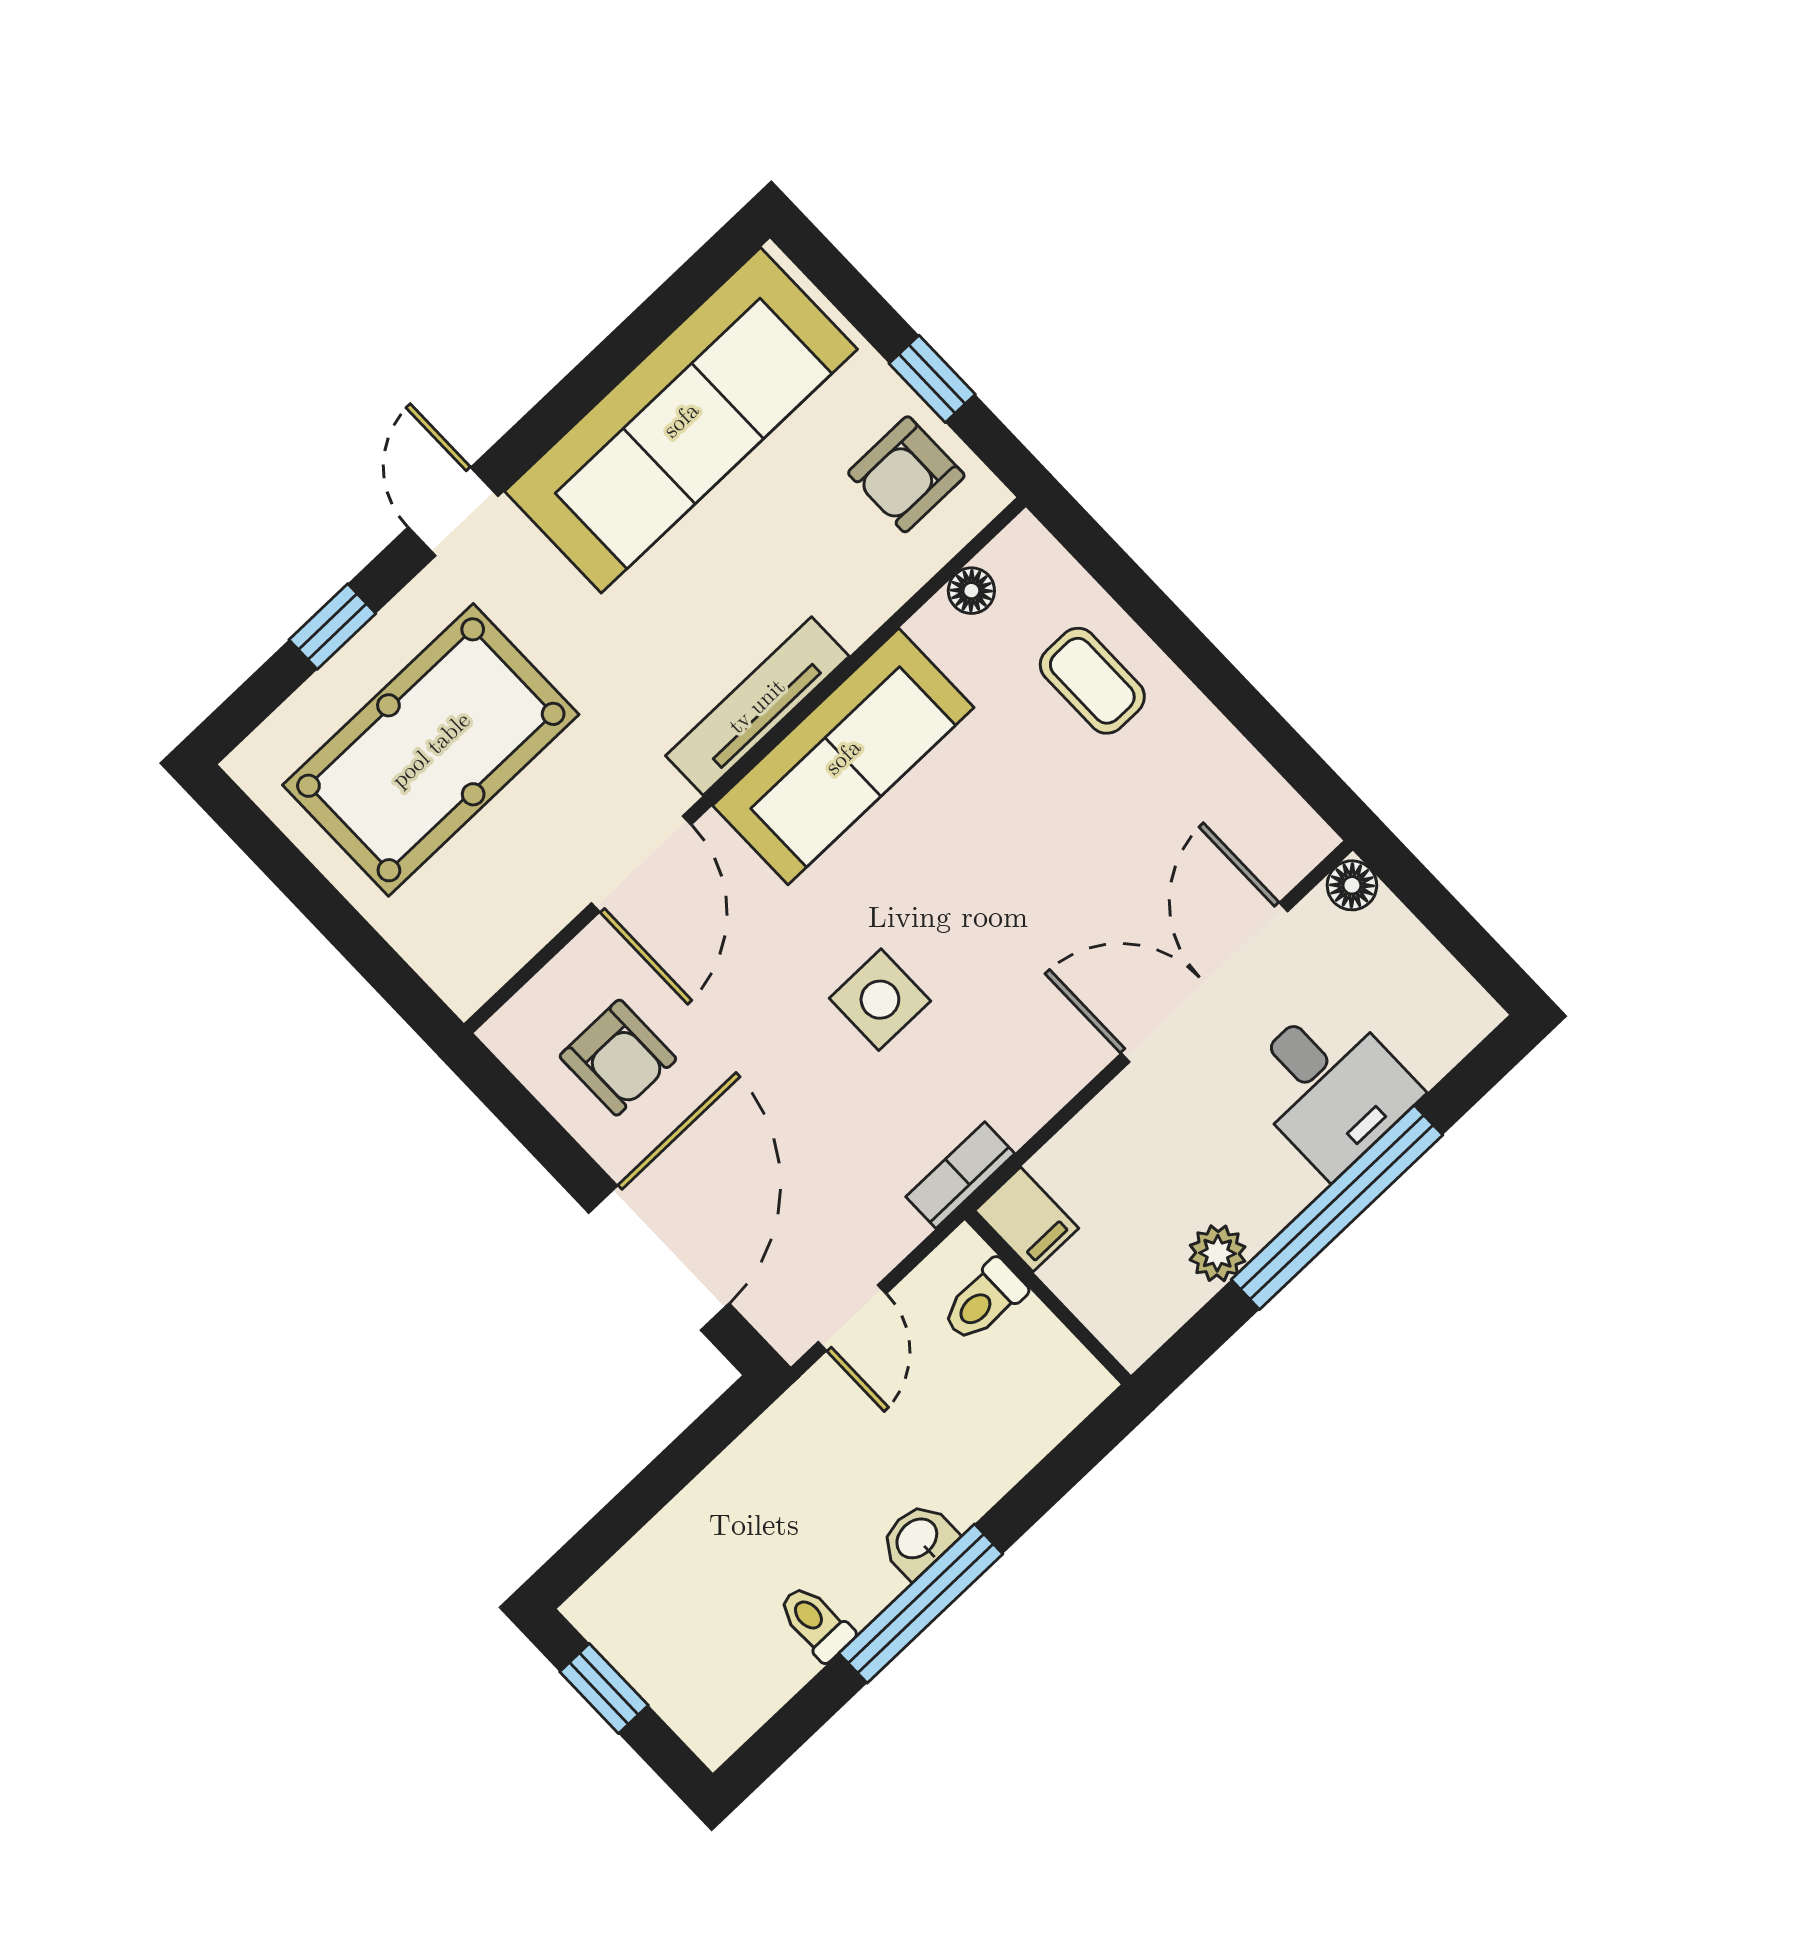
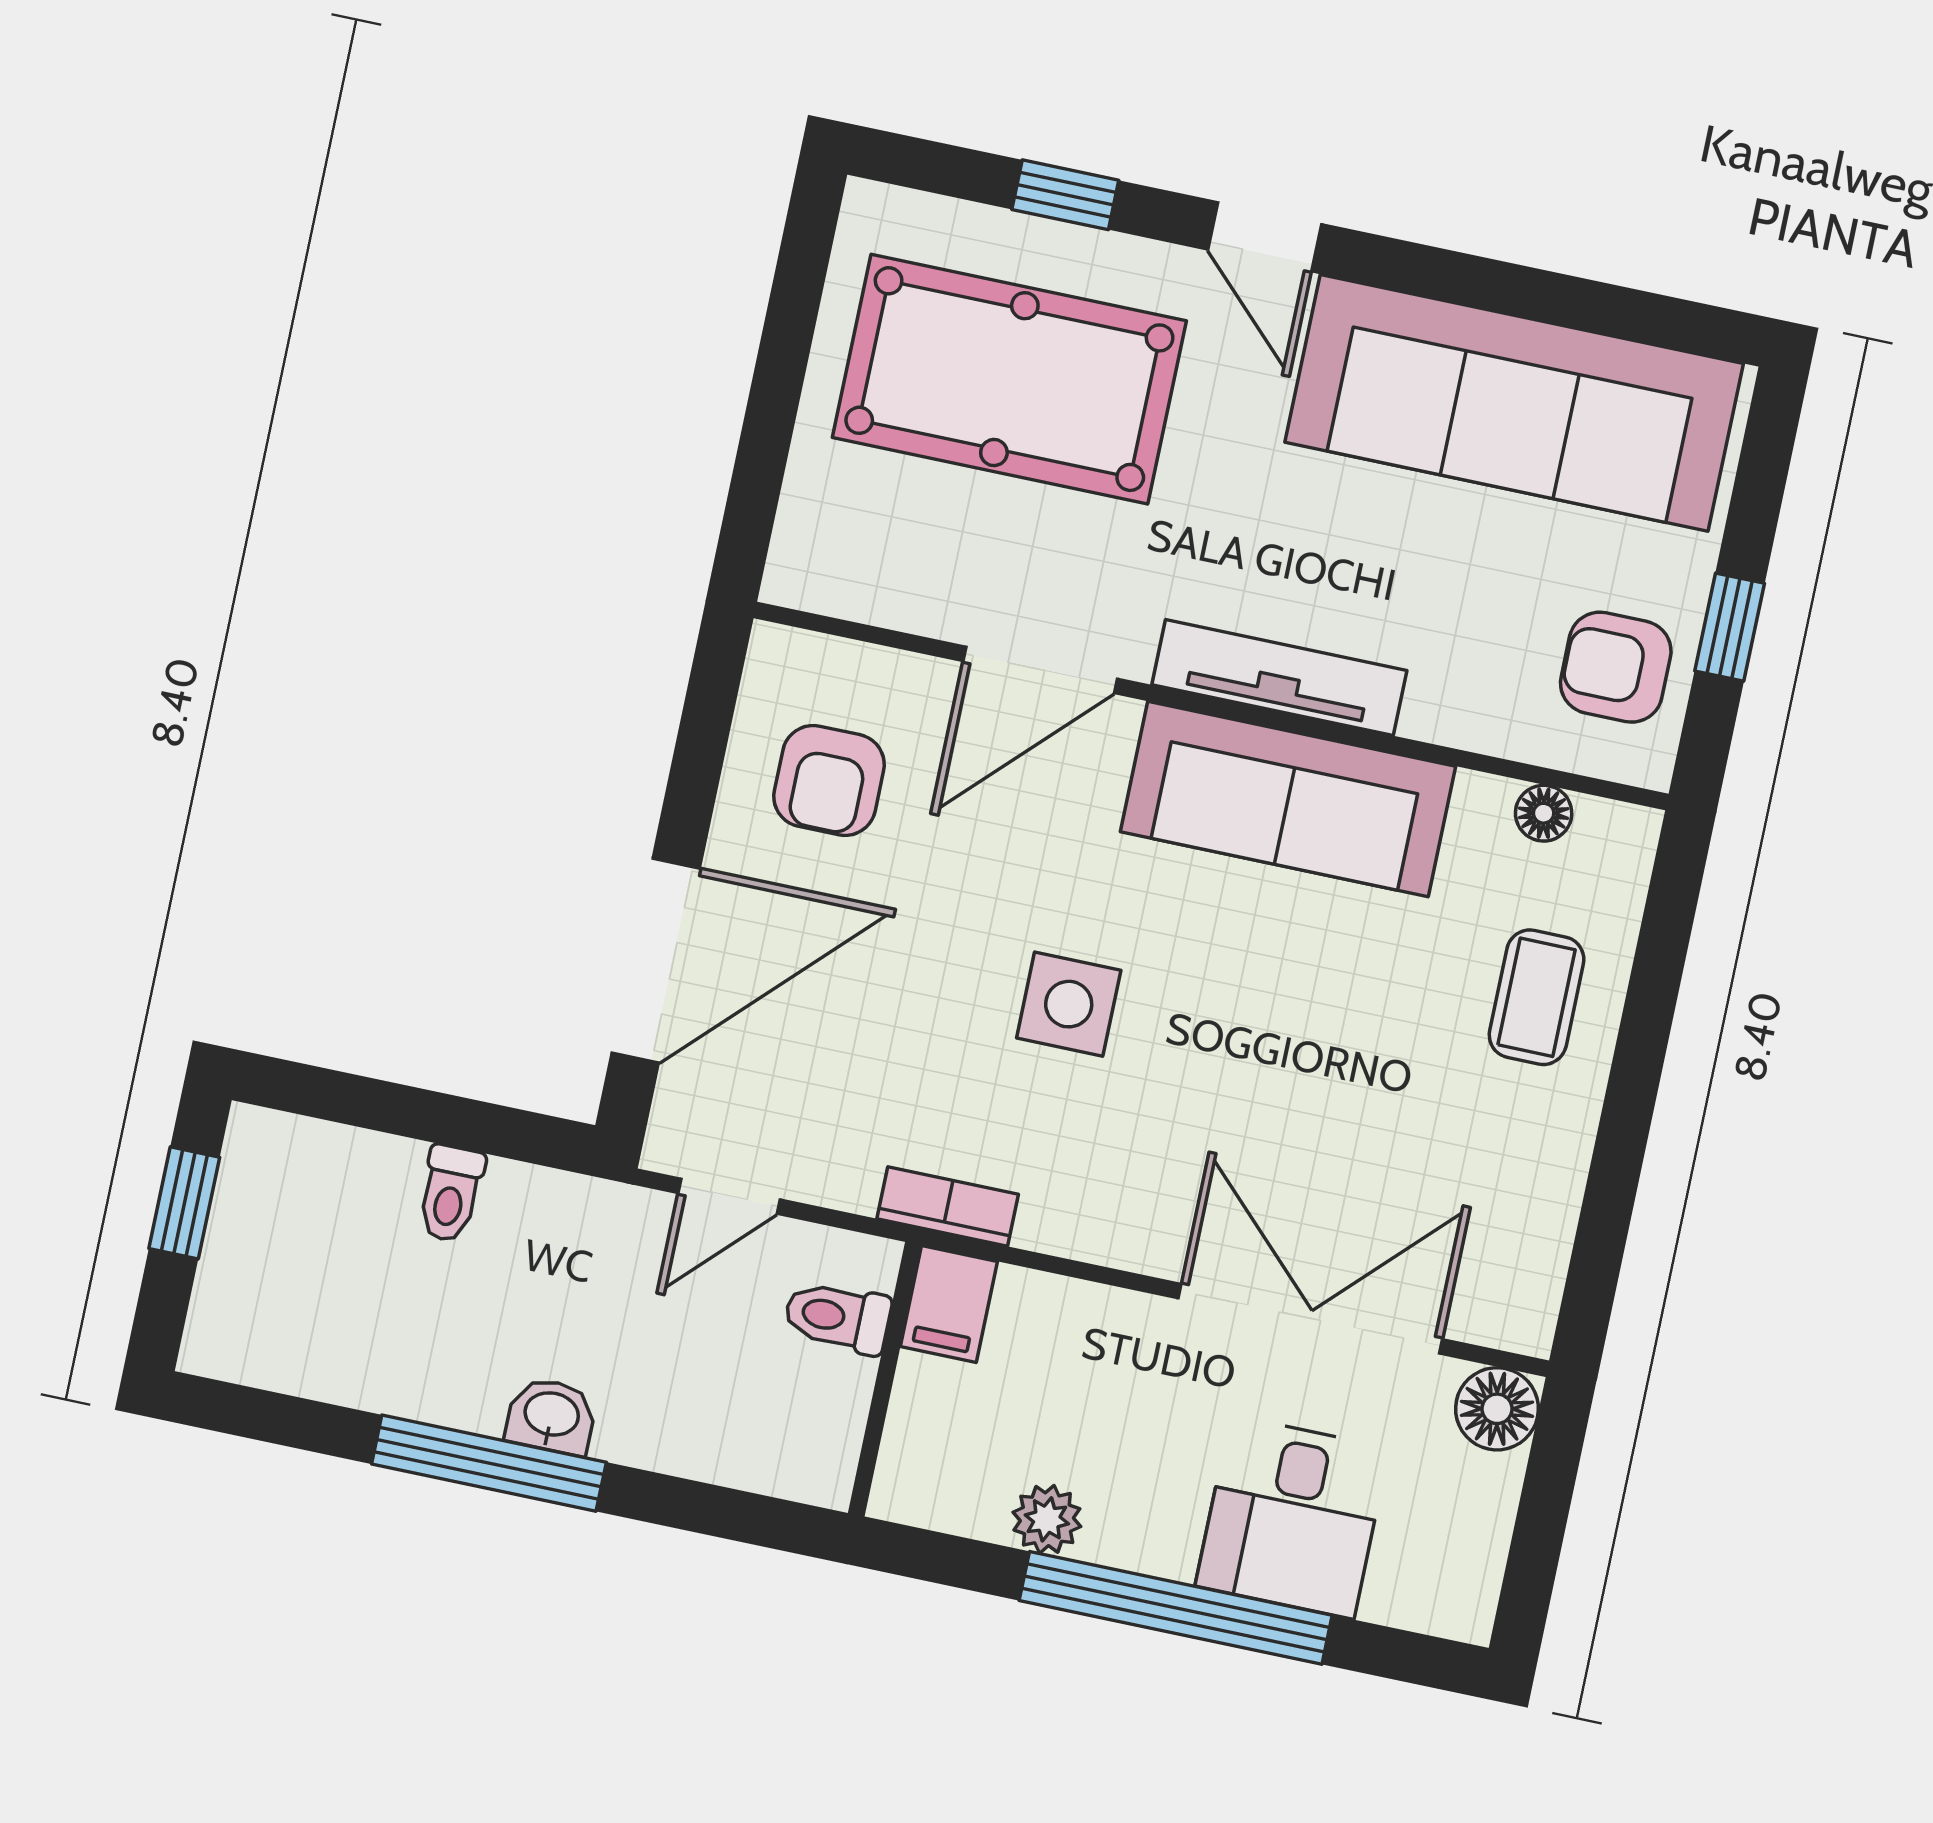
door: (453, 512) -> (1265, 237), swing flipped
floor lamp: (1352, 885) -> (1497, 1409), width x1.37, depth x1.37
toilet: (816, 1623) -> (450, 1194), moved, turned 180

